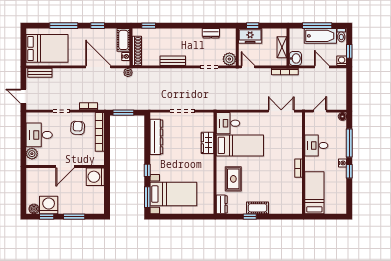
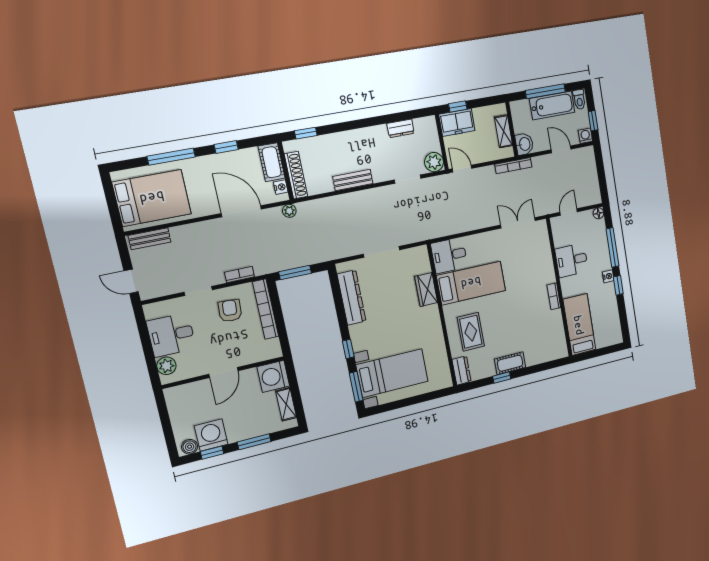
shelving: (99, 197) -> (286, 404), added

